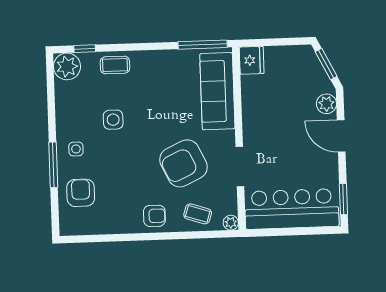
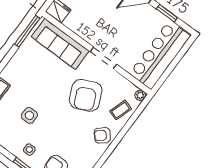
doorway: (240, 167) -> (103, 58), moved
window: (343, 199) -> (167, 13), moved
armchair: (154, 216) -> (102, 135), turned -132

